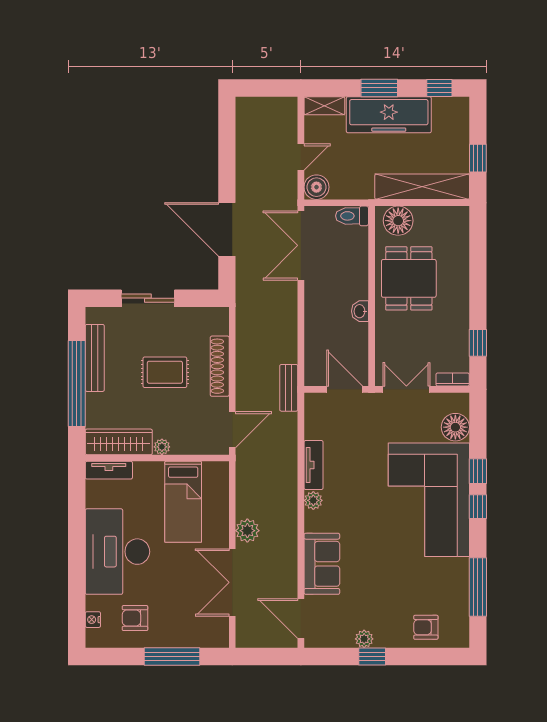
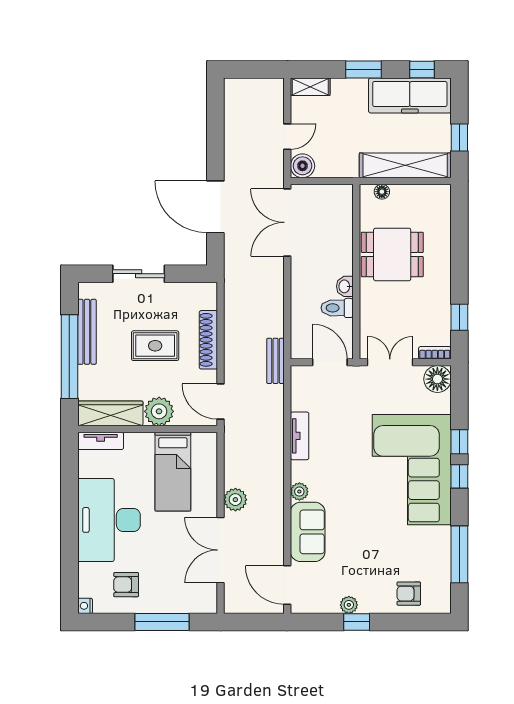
freezer: (389, 115) -> (410, 95), moved
toilet: (352, 216) -> (337, 308), moved
floor lamp: (398, 221) -> (382, 192), width x0.53, depth x0.53
dining table: (409, 278) -> (392, 254), turned 90
floor lamp: (455, 427) -> (437, 379), moved
door: (232, 430) -> (221, 402), swing flipped
plant: (162, 447) -> (159, 411), width x1.88, depth x1.88
plant: (313, 500) -> (299, 492), moved
nightstand: (93, 620) -> (85, 606), moved

